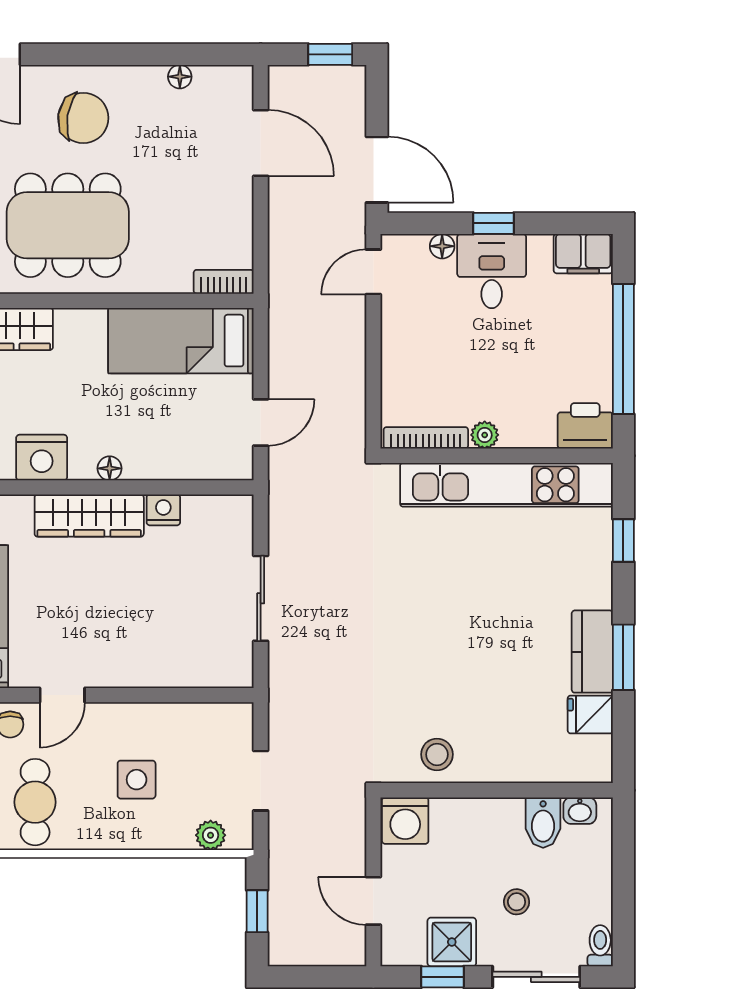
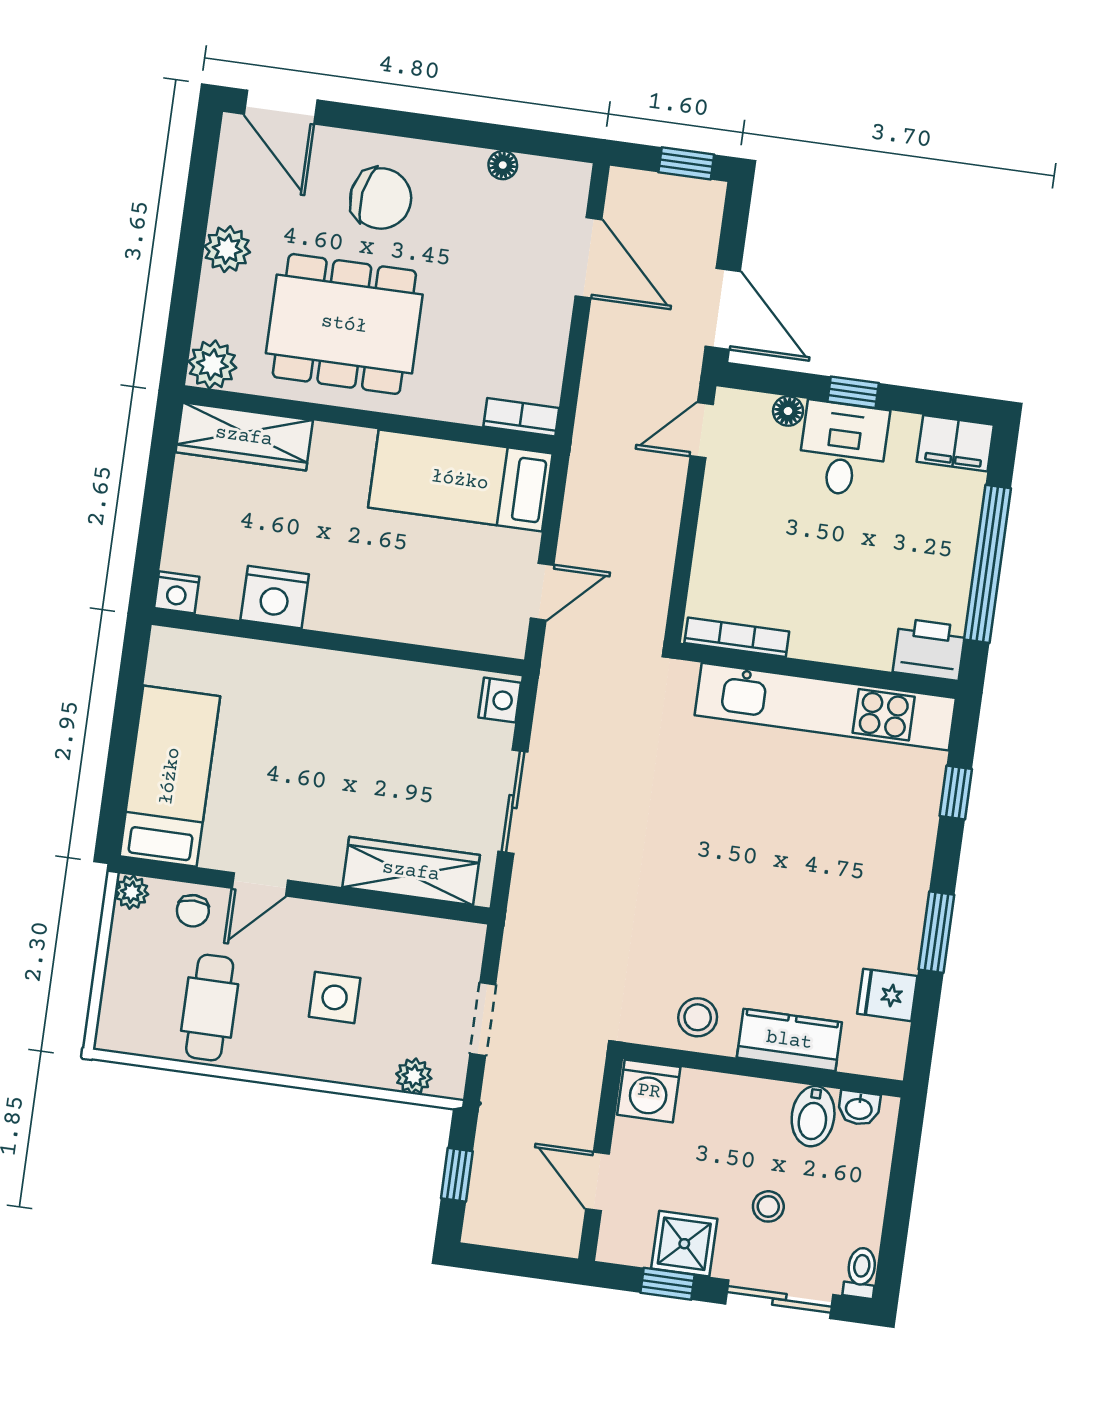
plant: (485, 435) -> (808, 644), removed
floor lamp: (110, 468) -> (354, 621), removed
nightstand: (163, 510) -> (500, 700), moved, turned 90
wardrobe: (89, 516) -> (411, 871), moved, turned 180
kitchen counter: (592, 652) -> (789, 1040), moved, turned 90

